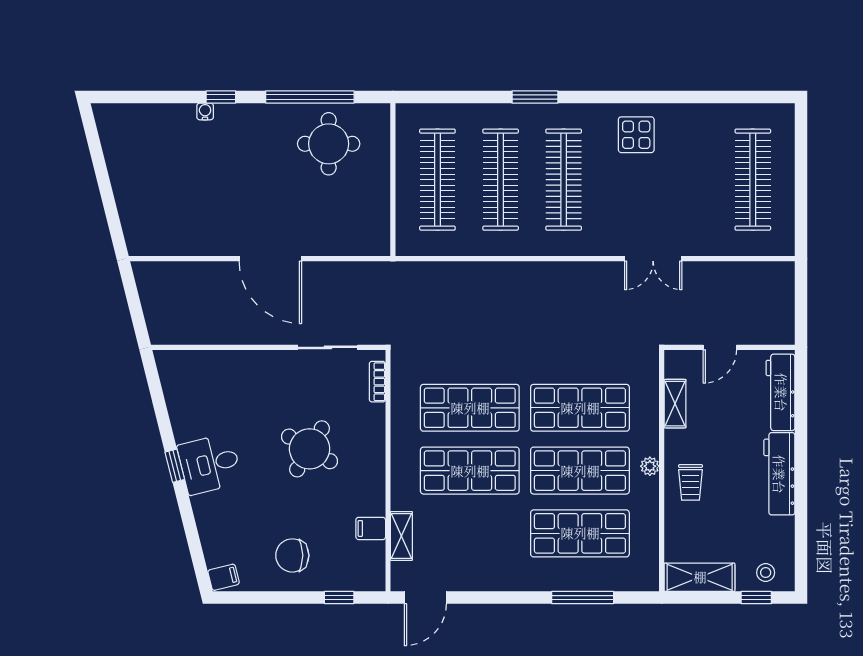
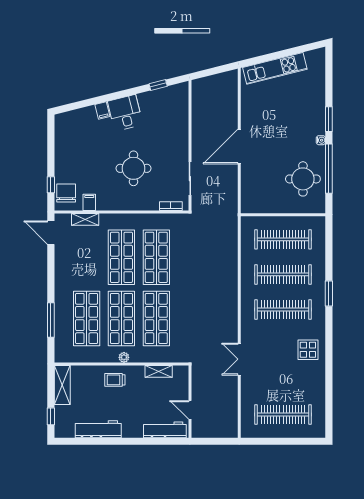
window: (221, 97) -> (329, 119), width x1.50
water cooler: (205, 111) -> (321, 140), moved
kitchen unit: (129, 194) -> (275, 68), added
door: (720, 347) -> (190, 410), moved
round table: (310, 449) -> (133, 168), turned -31
window: (175, 466) -> (158, 85), moved
workbench: (779, 474) -> (98, 429), moved
chair: (292, 555) -> (66, 193), moved
stool: (766, 573) -> (65, 422), removed
filing cabinet: (224, 577) -> (102, 111), moved

